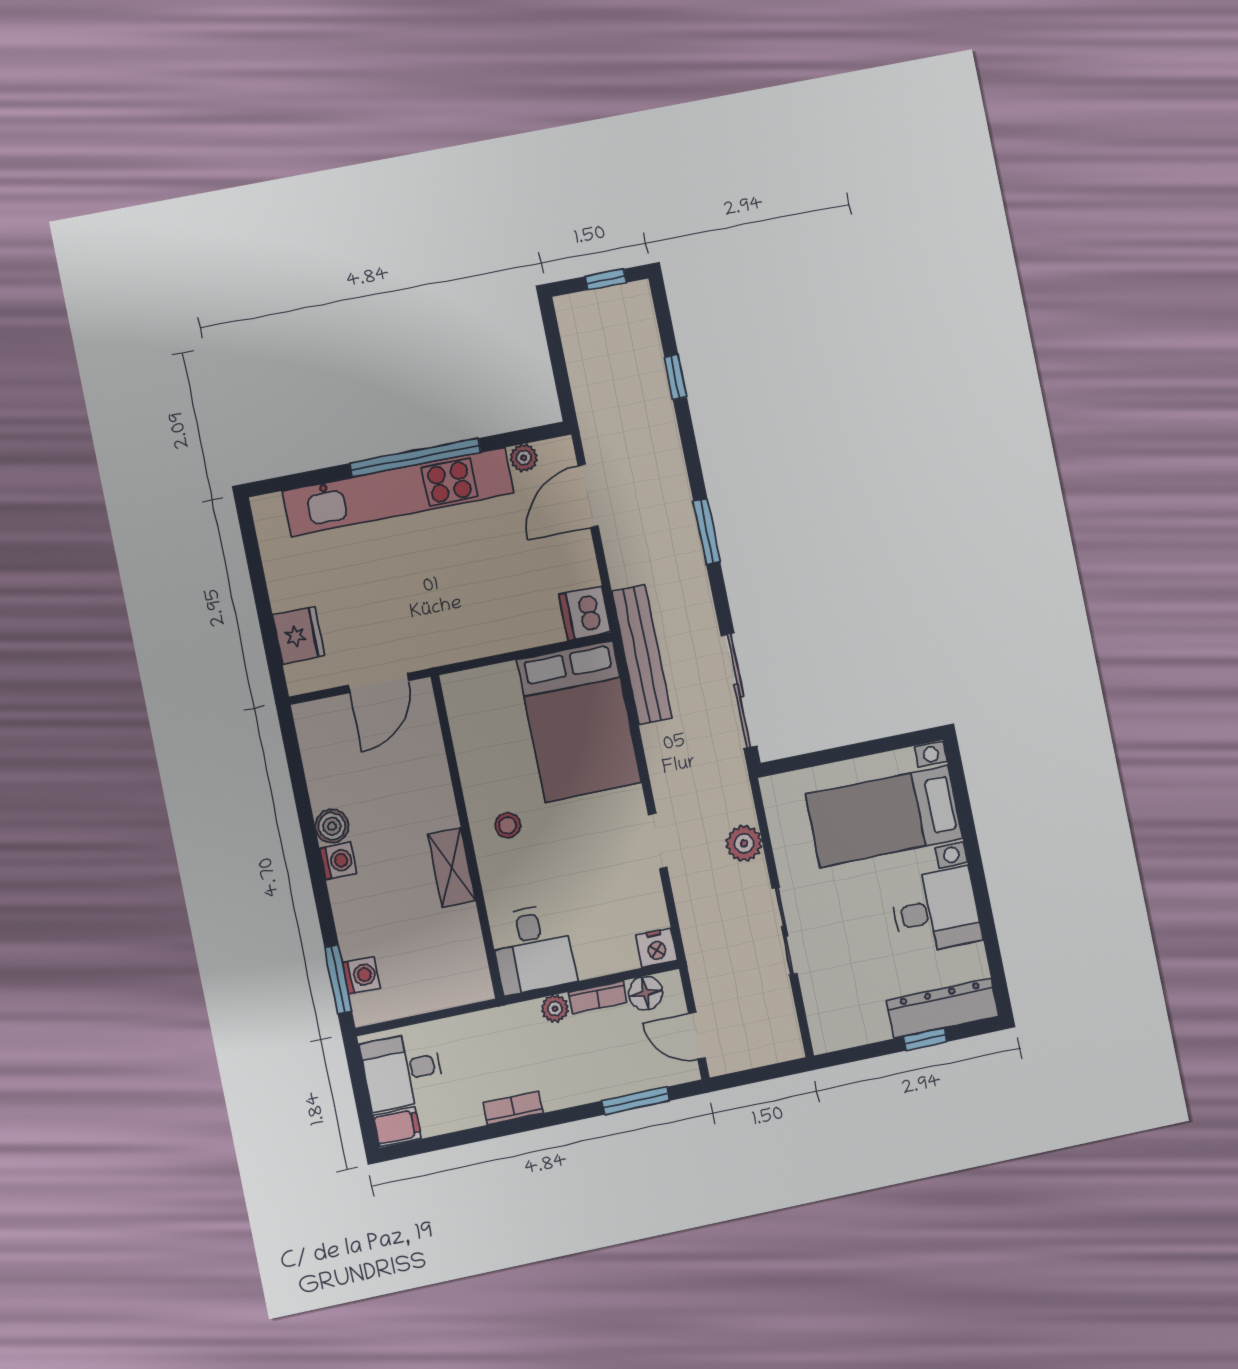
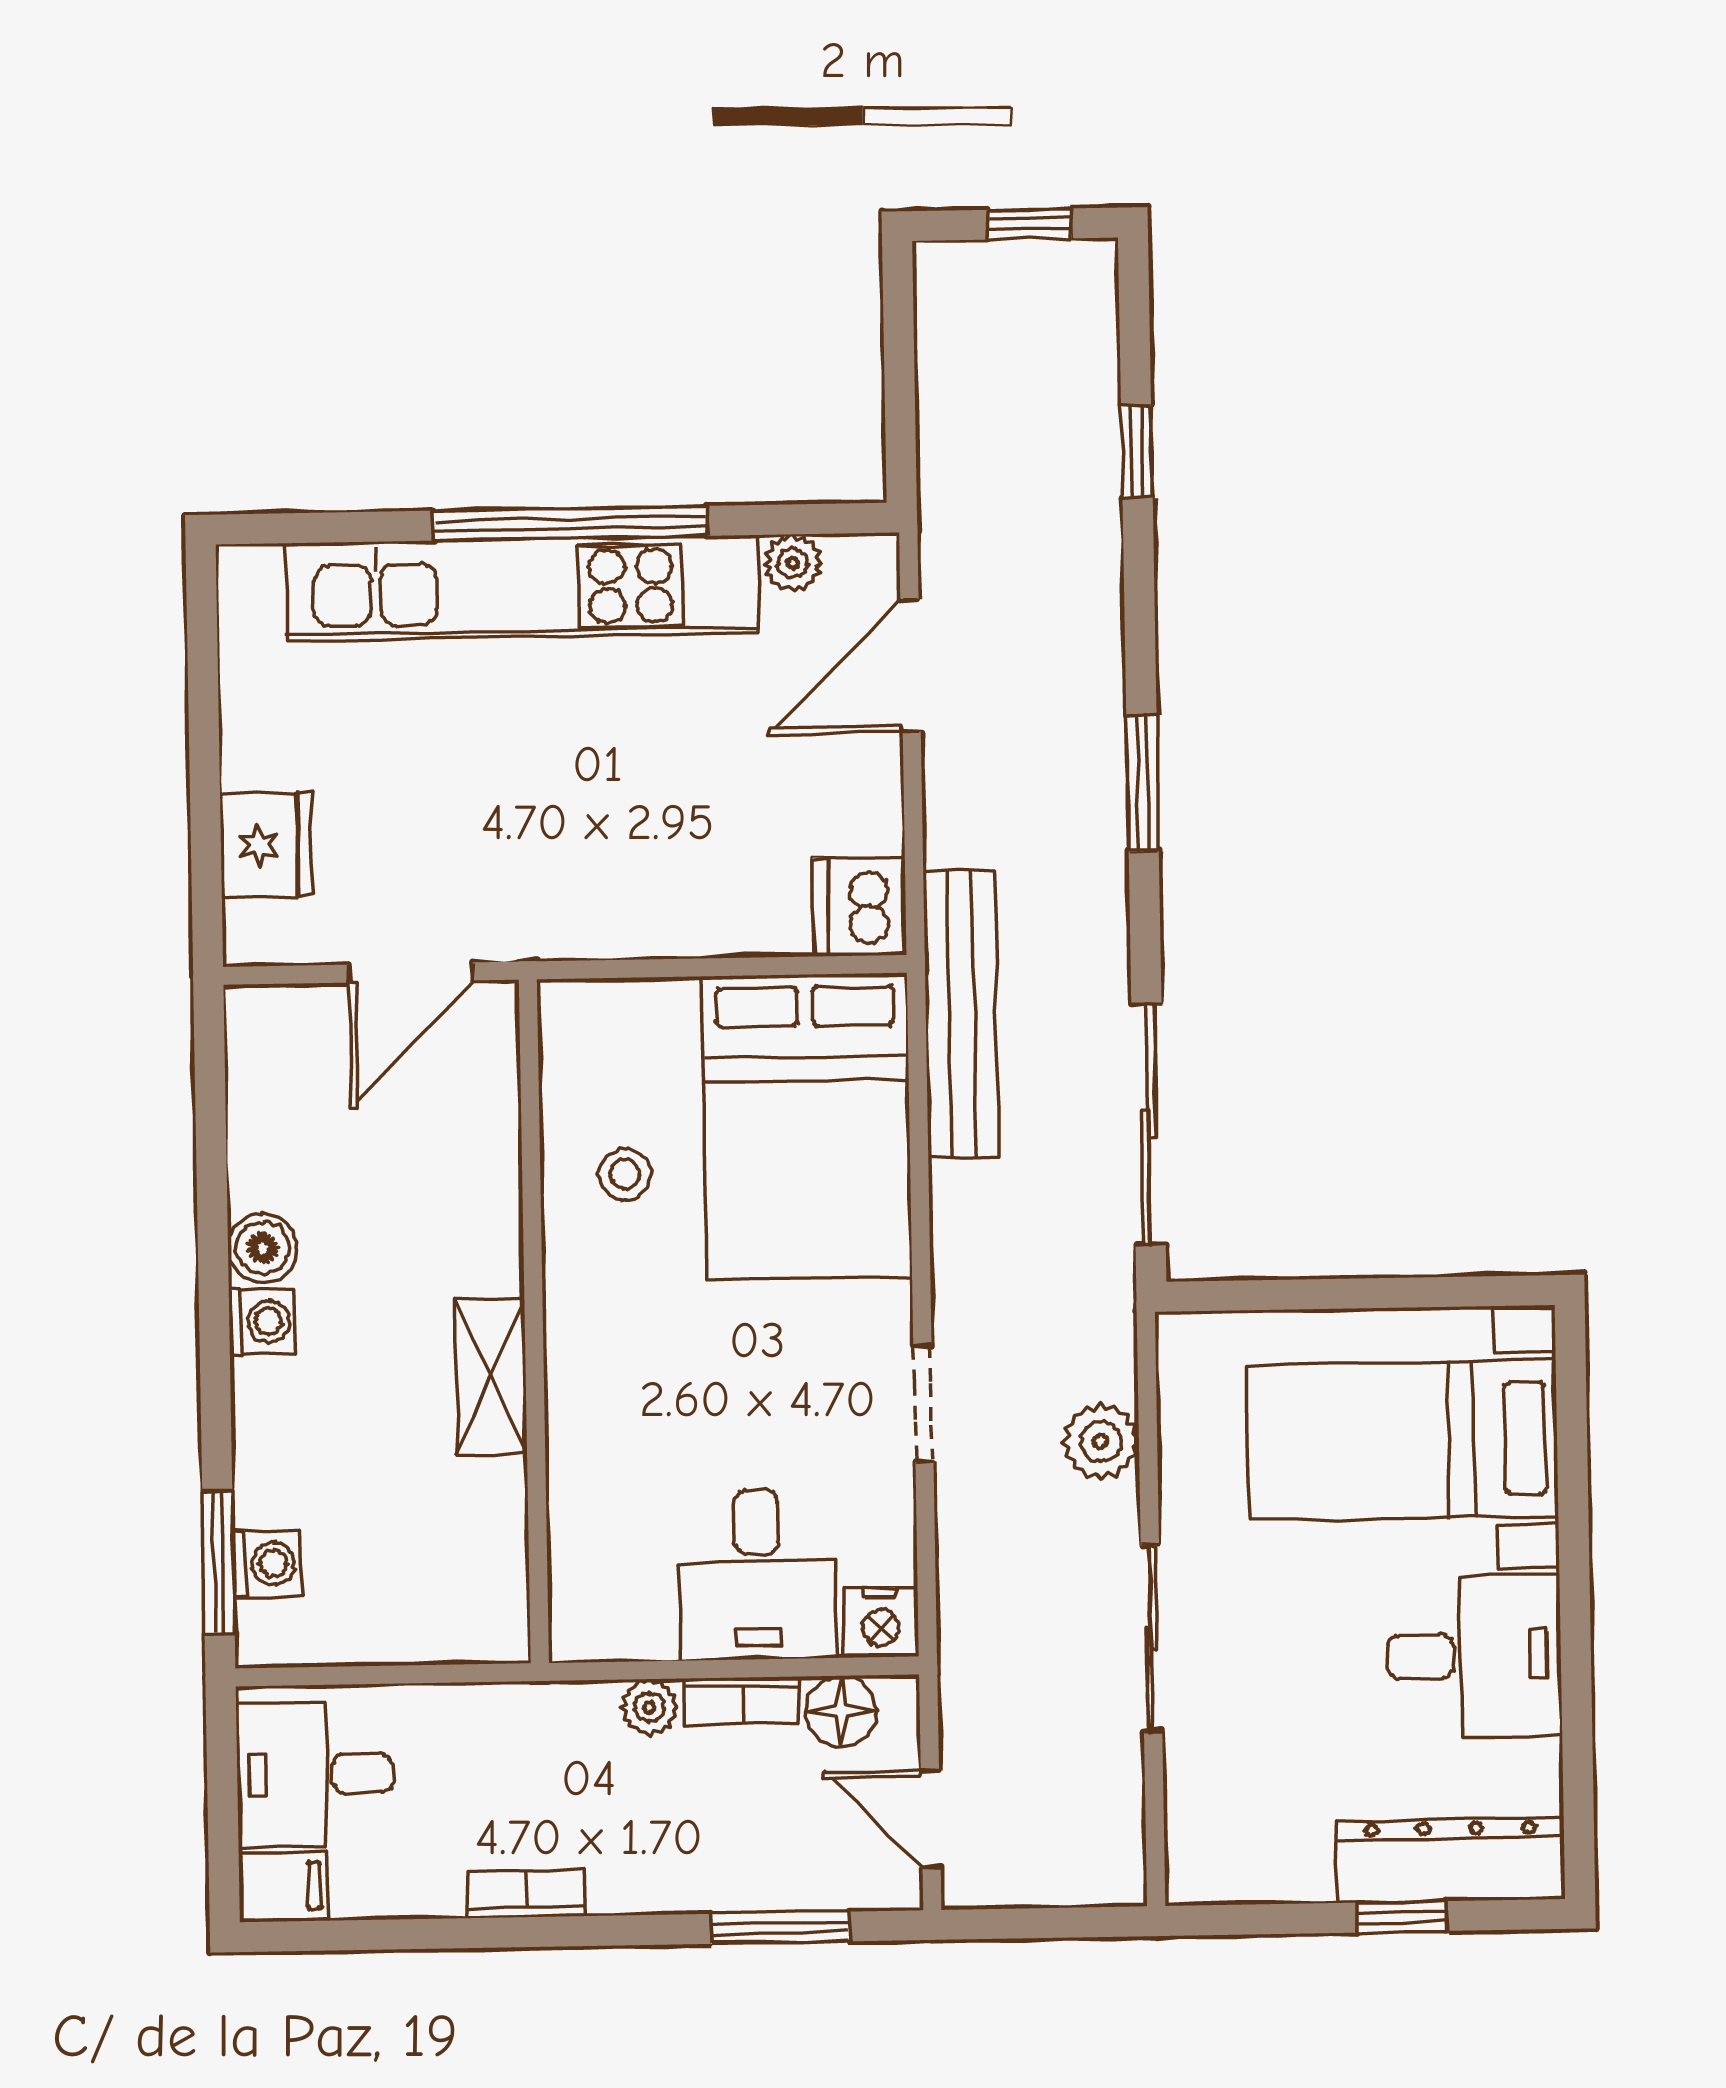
stool: (508, 825) -> (625, 1174), moved
desk: (533, 949) -> (757, 1575), moved

